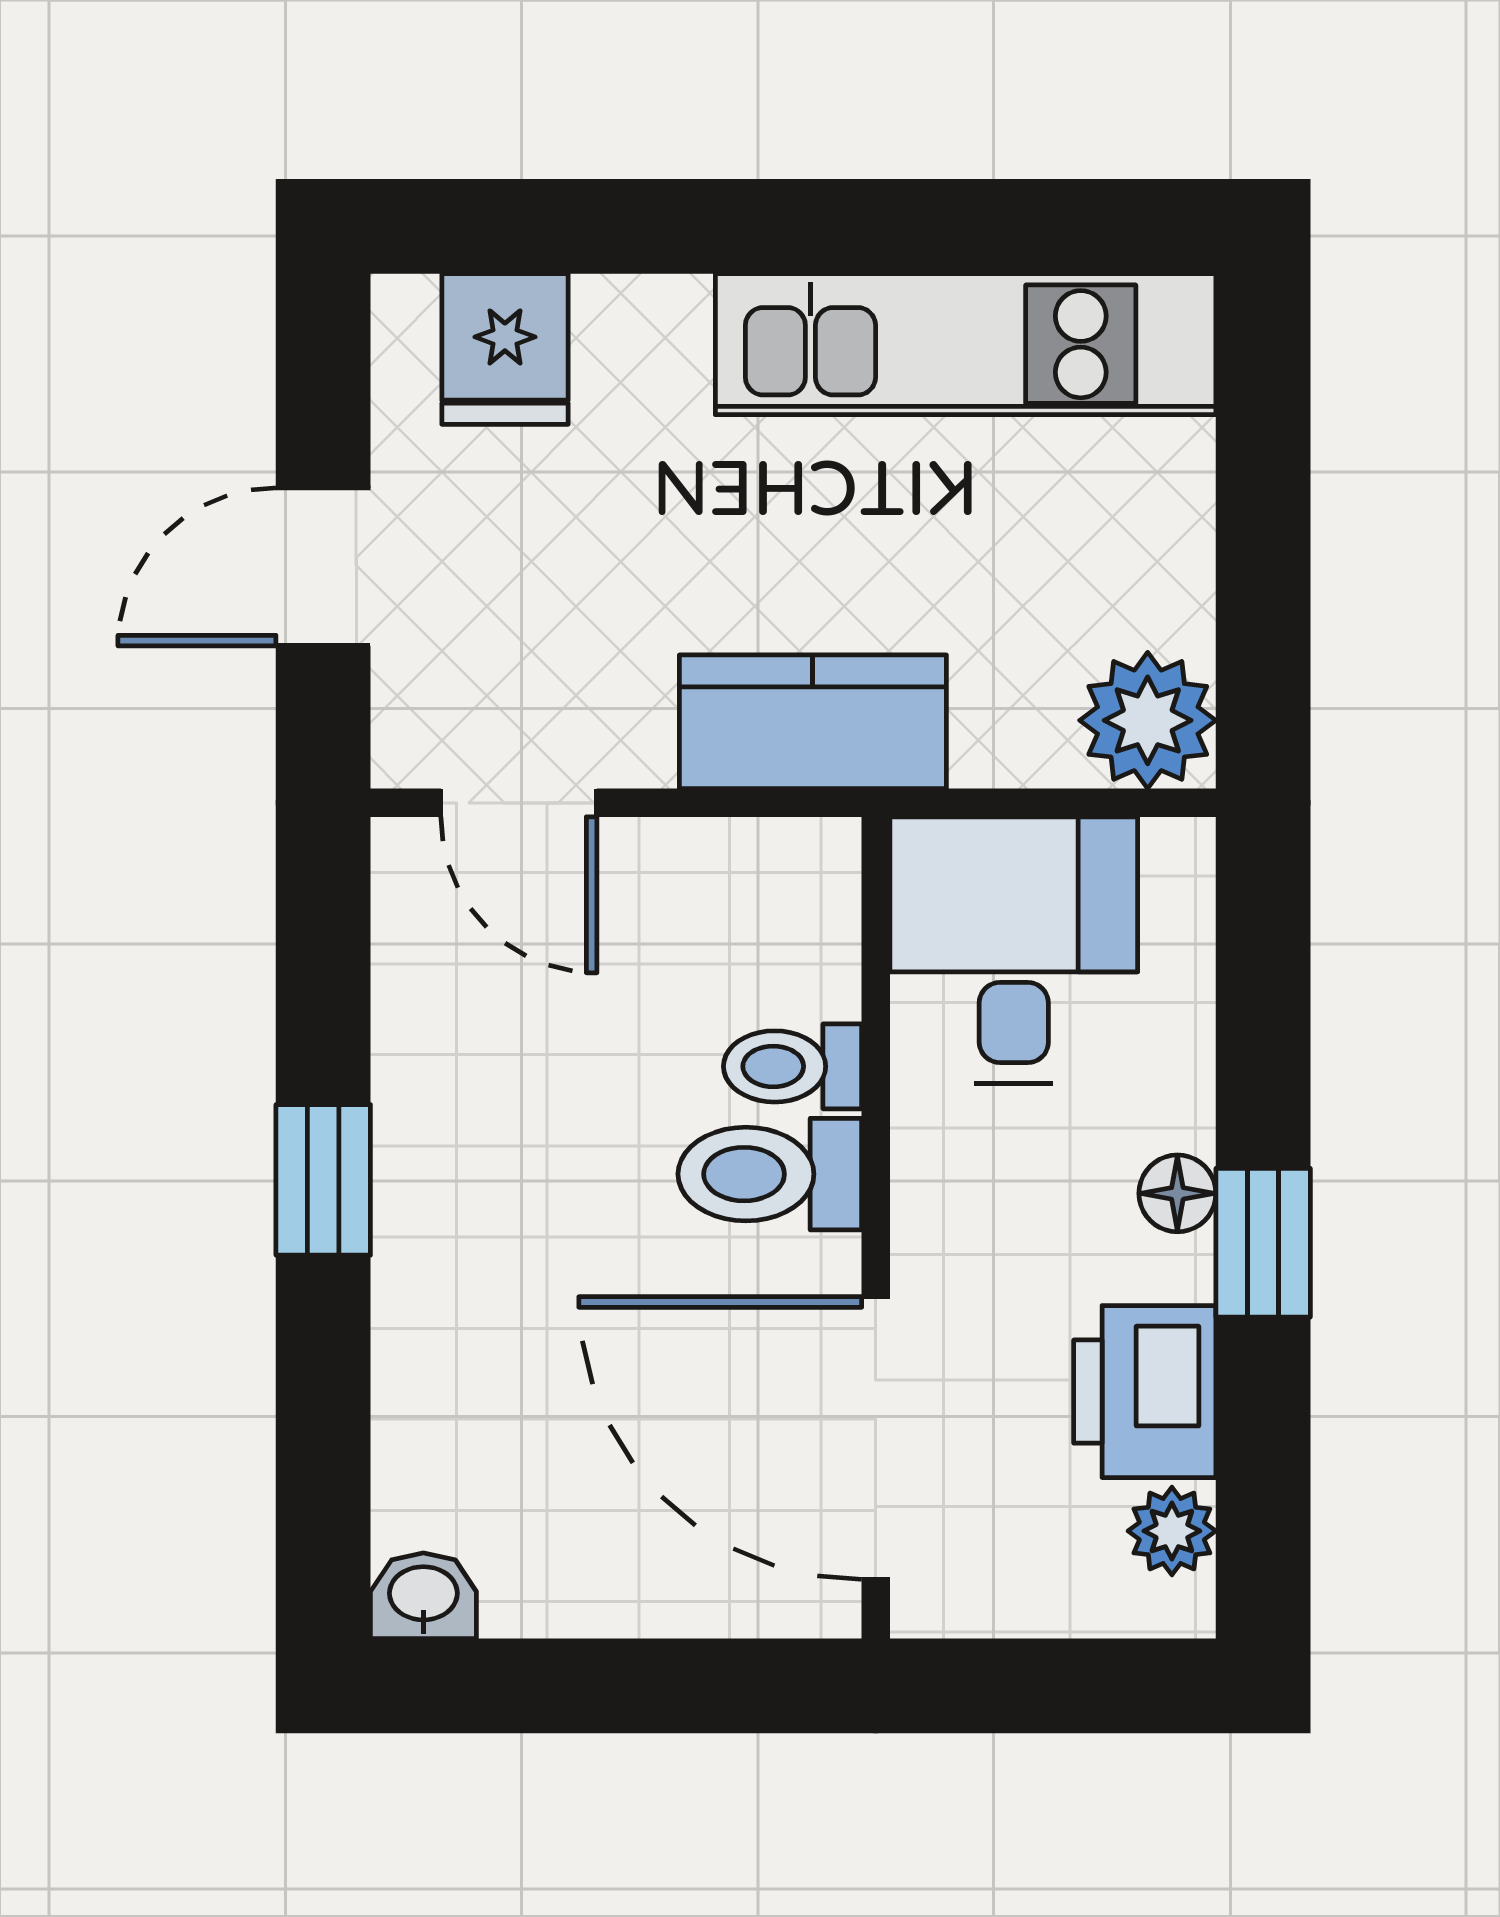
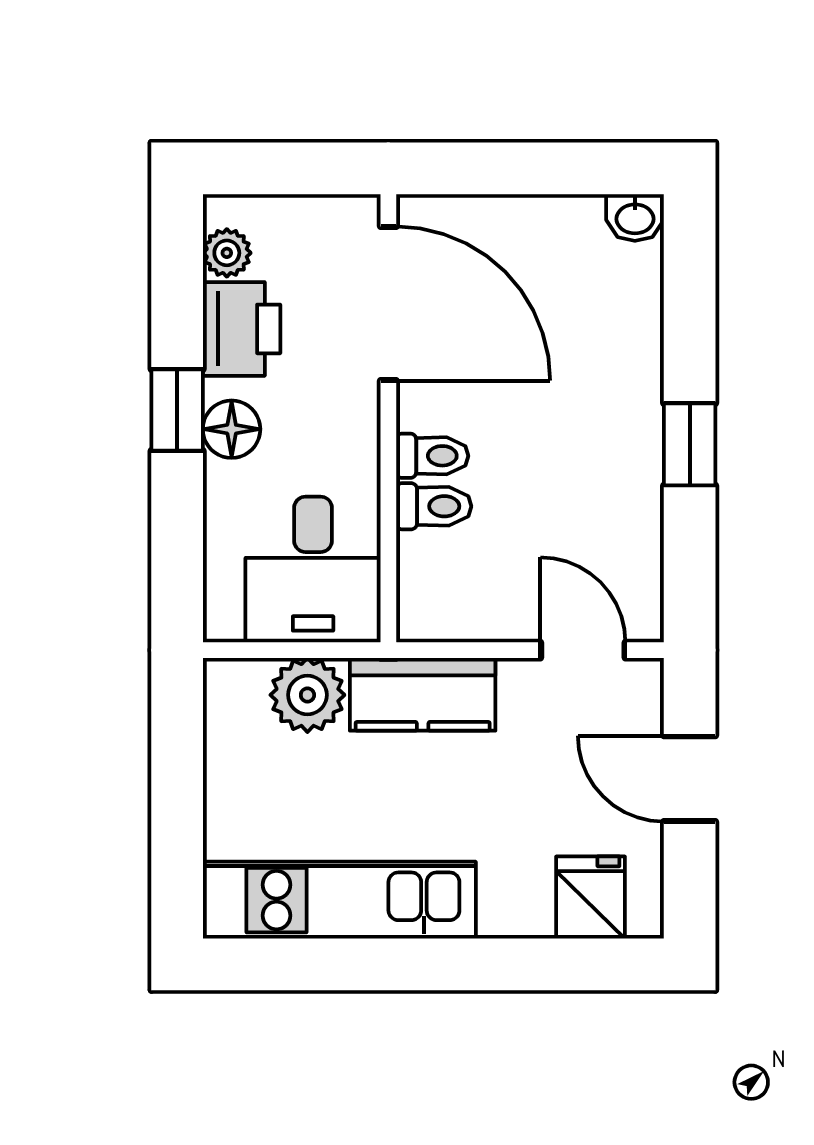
door: (323, 567) -> (690, 779), swing flipped
plant: (1148, 720) -> (307, 695), moved
toilet: (770, 1174) -> (432, 456), width x0.73, depth x0.72
floor lamp: (1177, 1193) -> (232, 429), width x1.37, depth x1.37

